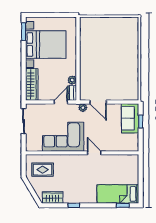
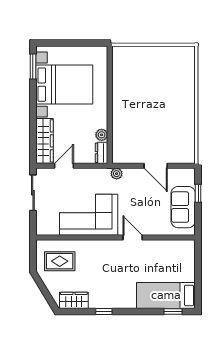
door: (61, 102) -> (64, 166), moved
door: (98, 102) -> (156, 166), moved
sofa: (130, 118) -> (183, 207), moved

